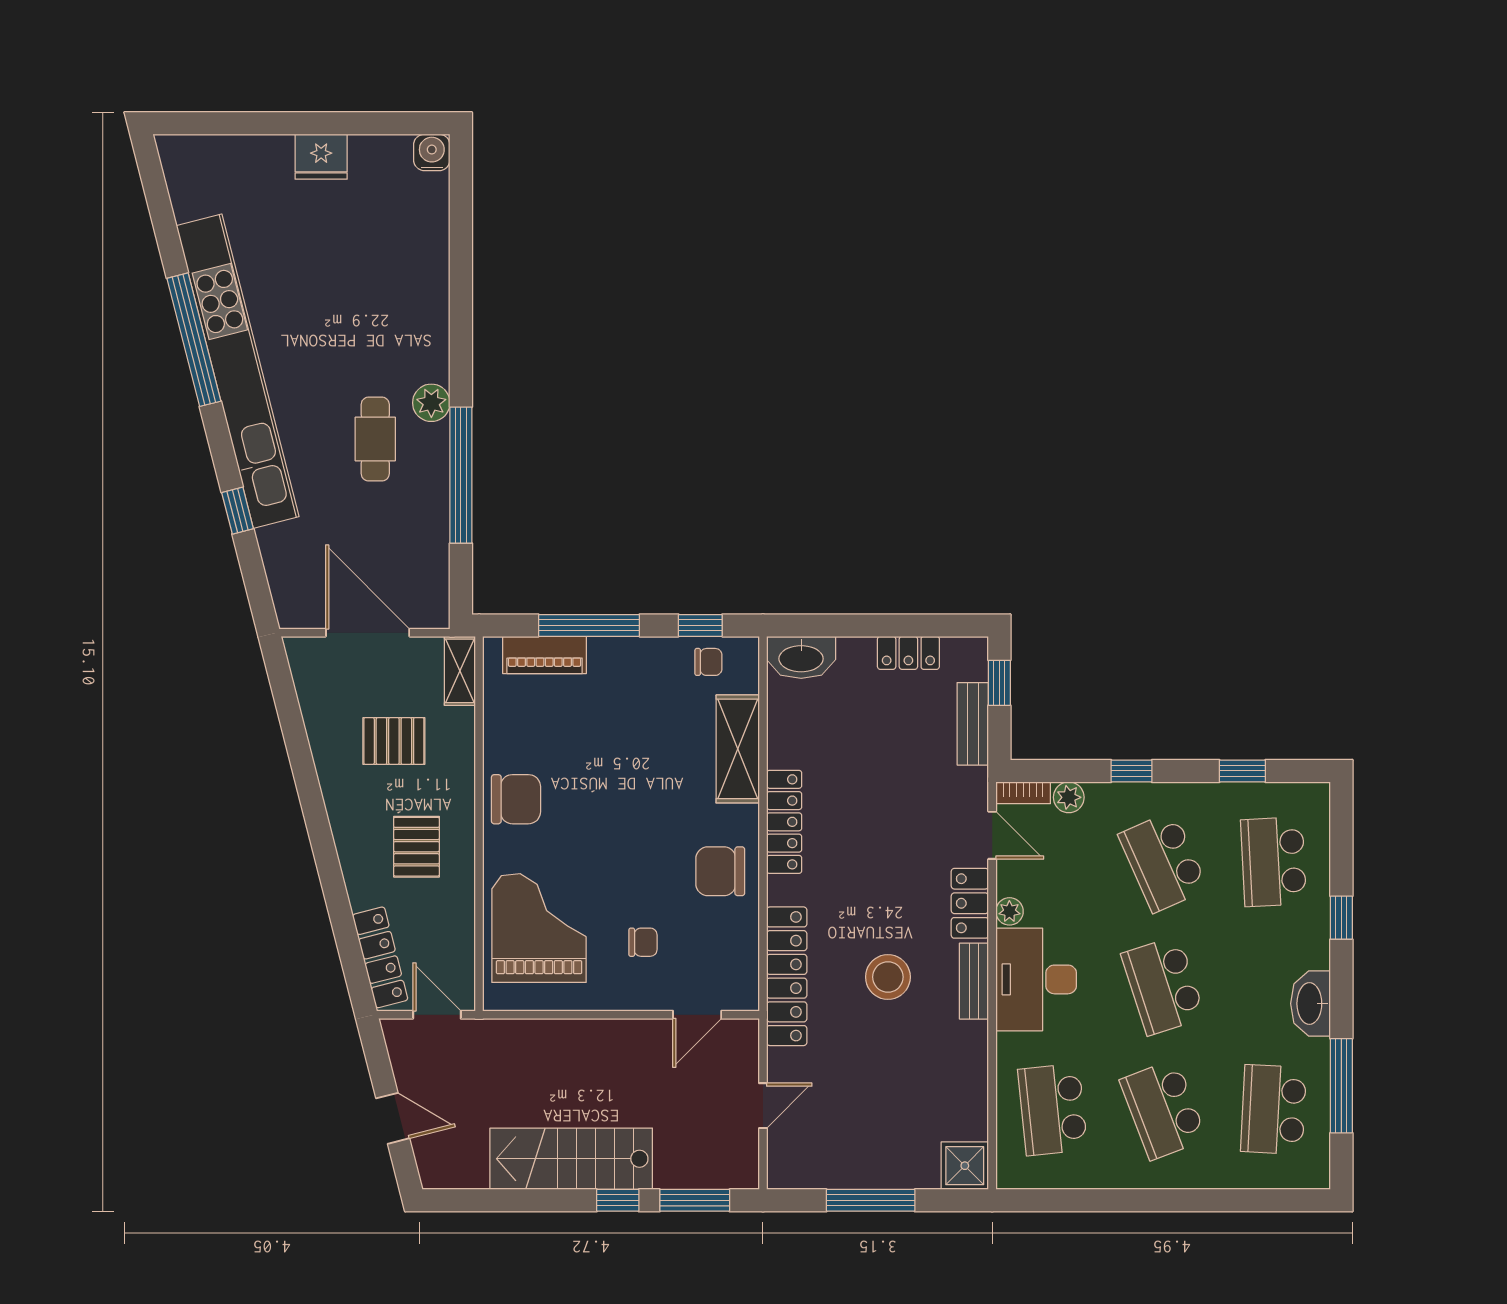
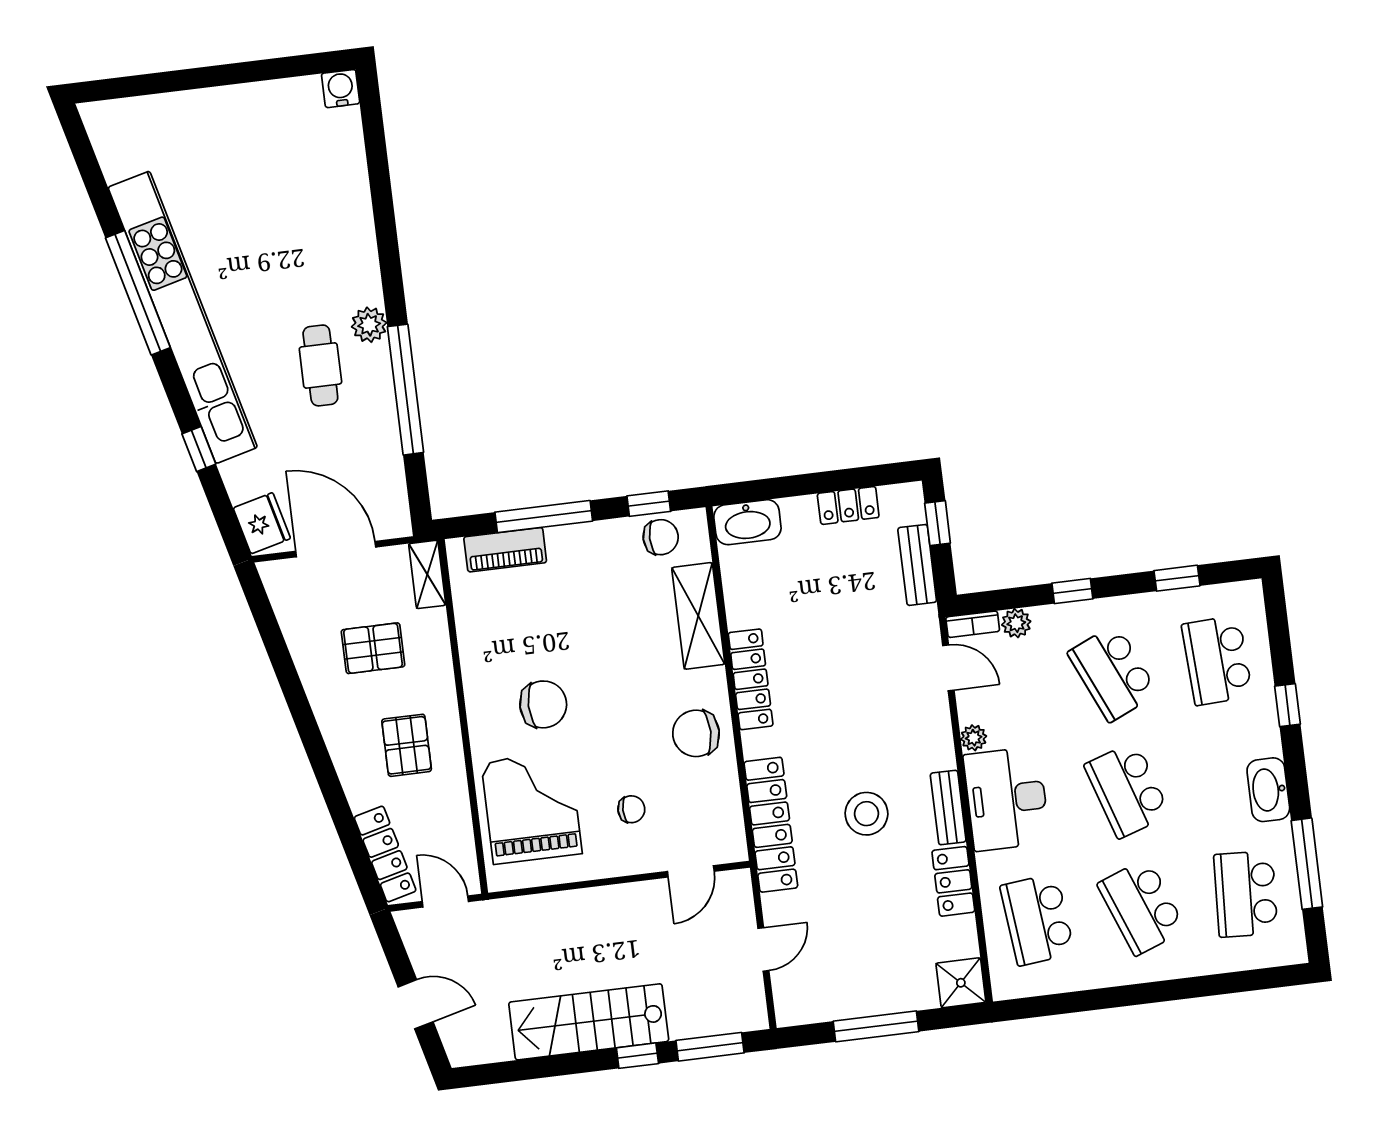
fridge: (321, 157) -> (262, 523), moved, turned -104
chair: (708, 662) -> (661, 537), width x1.37, depth x1.37
chair: (516, 799) -> (543, 704), moved
locker: (970, 903) -> (953, 881), moved

